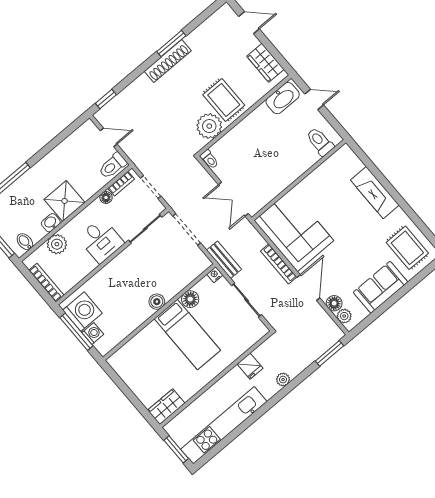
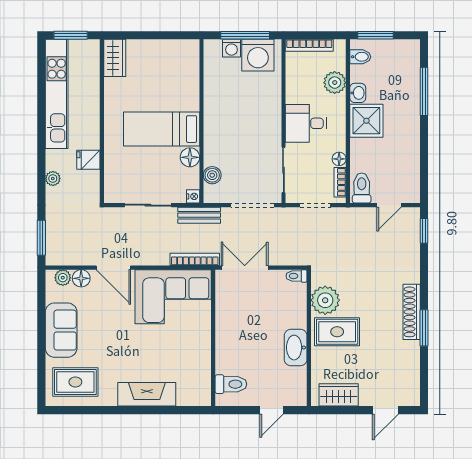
washbasin: (283, 98) -> (296, 348), moved
bookcase: (279, 264) -> (195, 259), moved
boiler: (157, 302) -> (212, 175), moved

